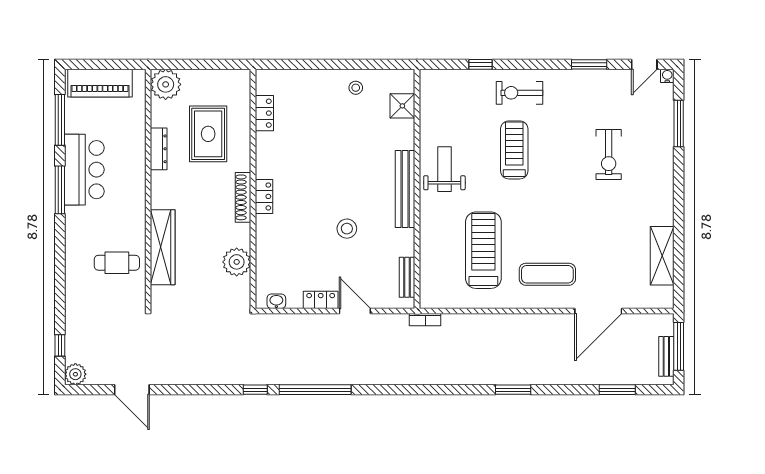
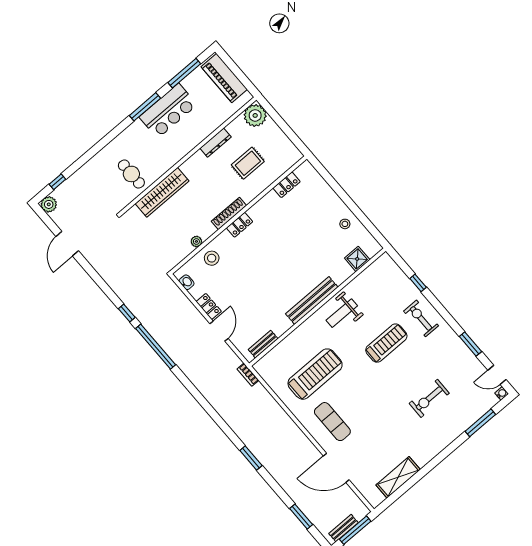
rug: (208, 134) -> (248, 163), width x0.73, depth x0.70
weight bench: (444, 169) -> (342, 313), turned 180
stool: (347, 229) -> (212, 258), moved
plant: (237, 262) -> (196, 241), width x0.53, depth x0.53

